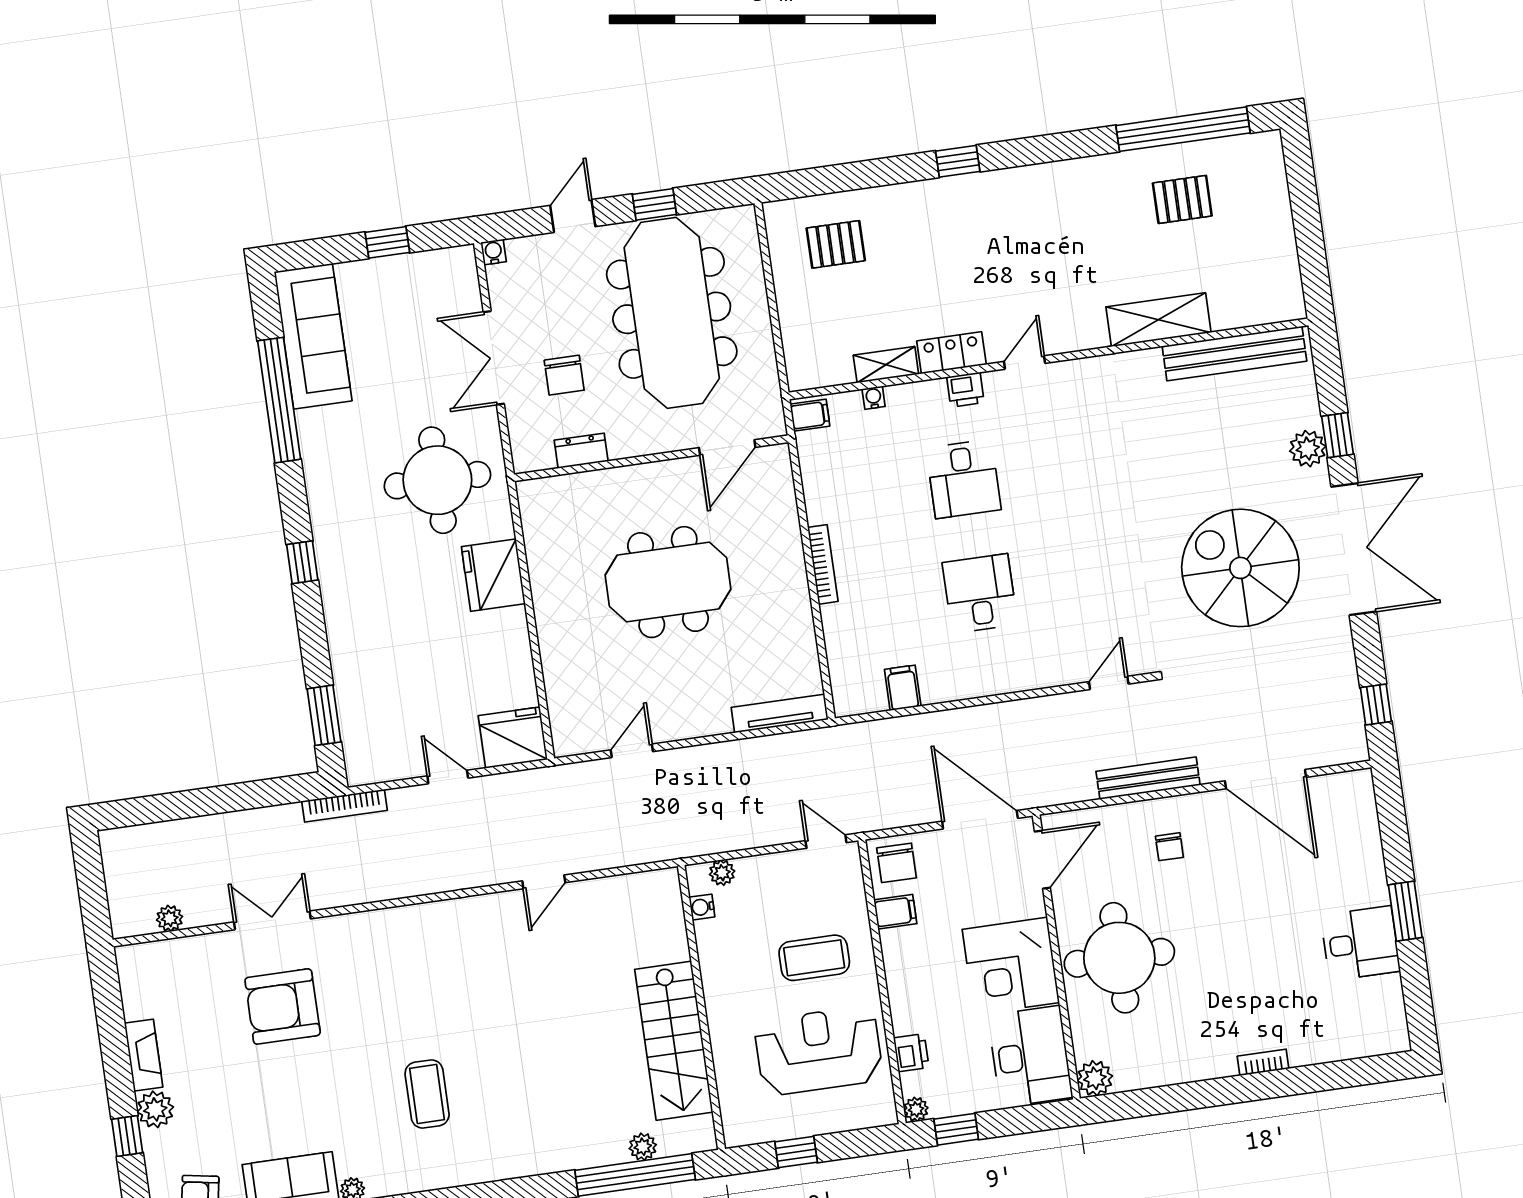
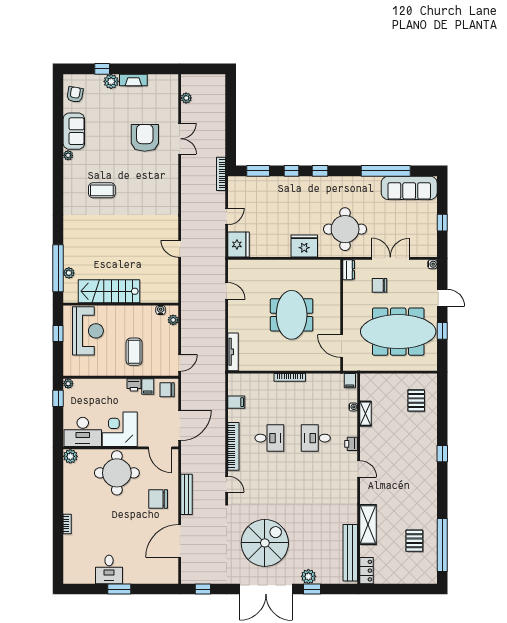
locker: (951, 353) -> (367, 571), moved
dresser: (581, 451) -> (349, 270), moved
window: (312, 633) -> (292, 171), added
bookcase: (1013, 679) -> (233, 446), added
chair: (1169, 847) -> (158, 499), width x1.87, depth x1.87
reception desk: (819, 1051) -> (88, 331), moved
printer: (911, 1053) -> (134, 385), moved

